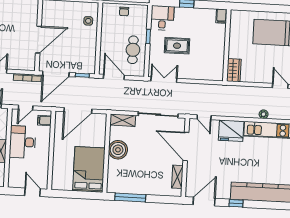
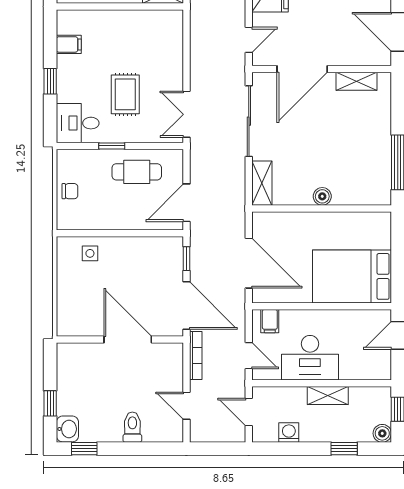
filing cabinet: (221, 16) -> (69, 44), moved
boiler: (118, 150) -> (322, 196), width x0.54, depth x0.54
bed: (89, 169) -> (352, 276), moved

